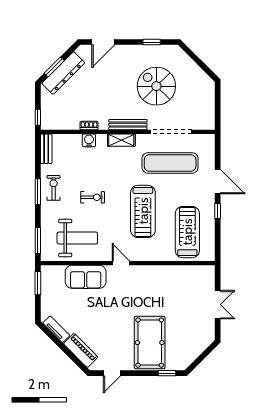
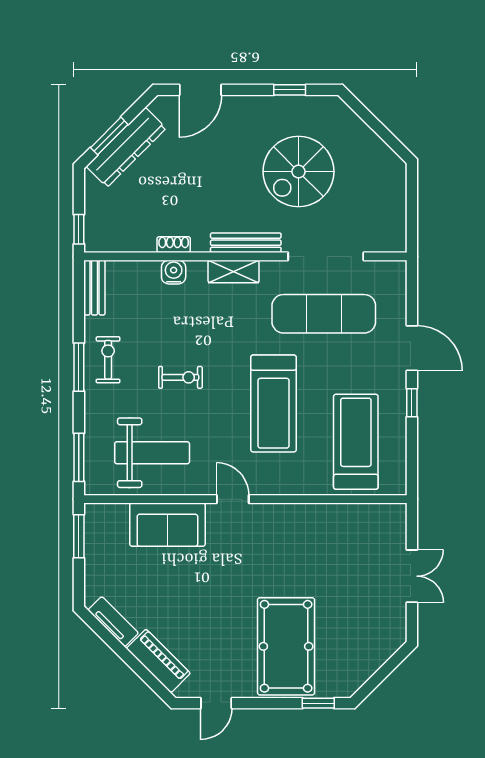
spiral stairs: (156, 86) -> (298, 172), turned -90

